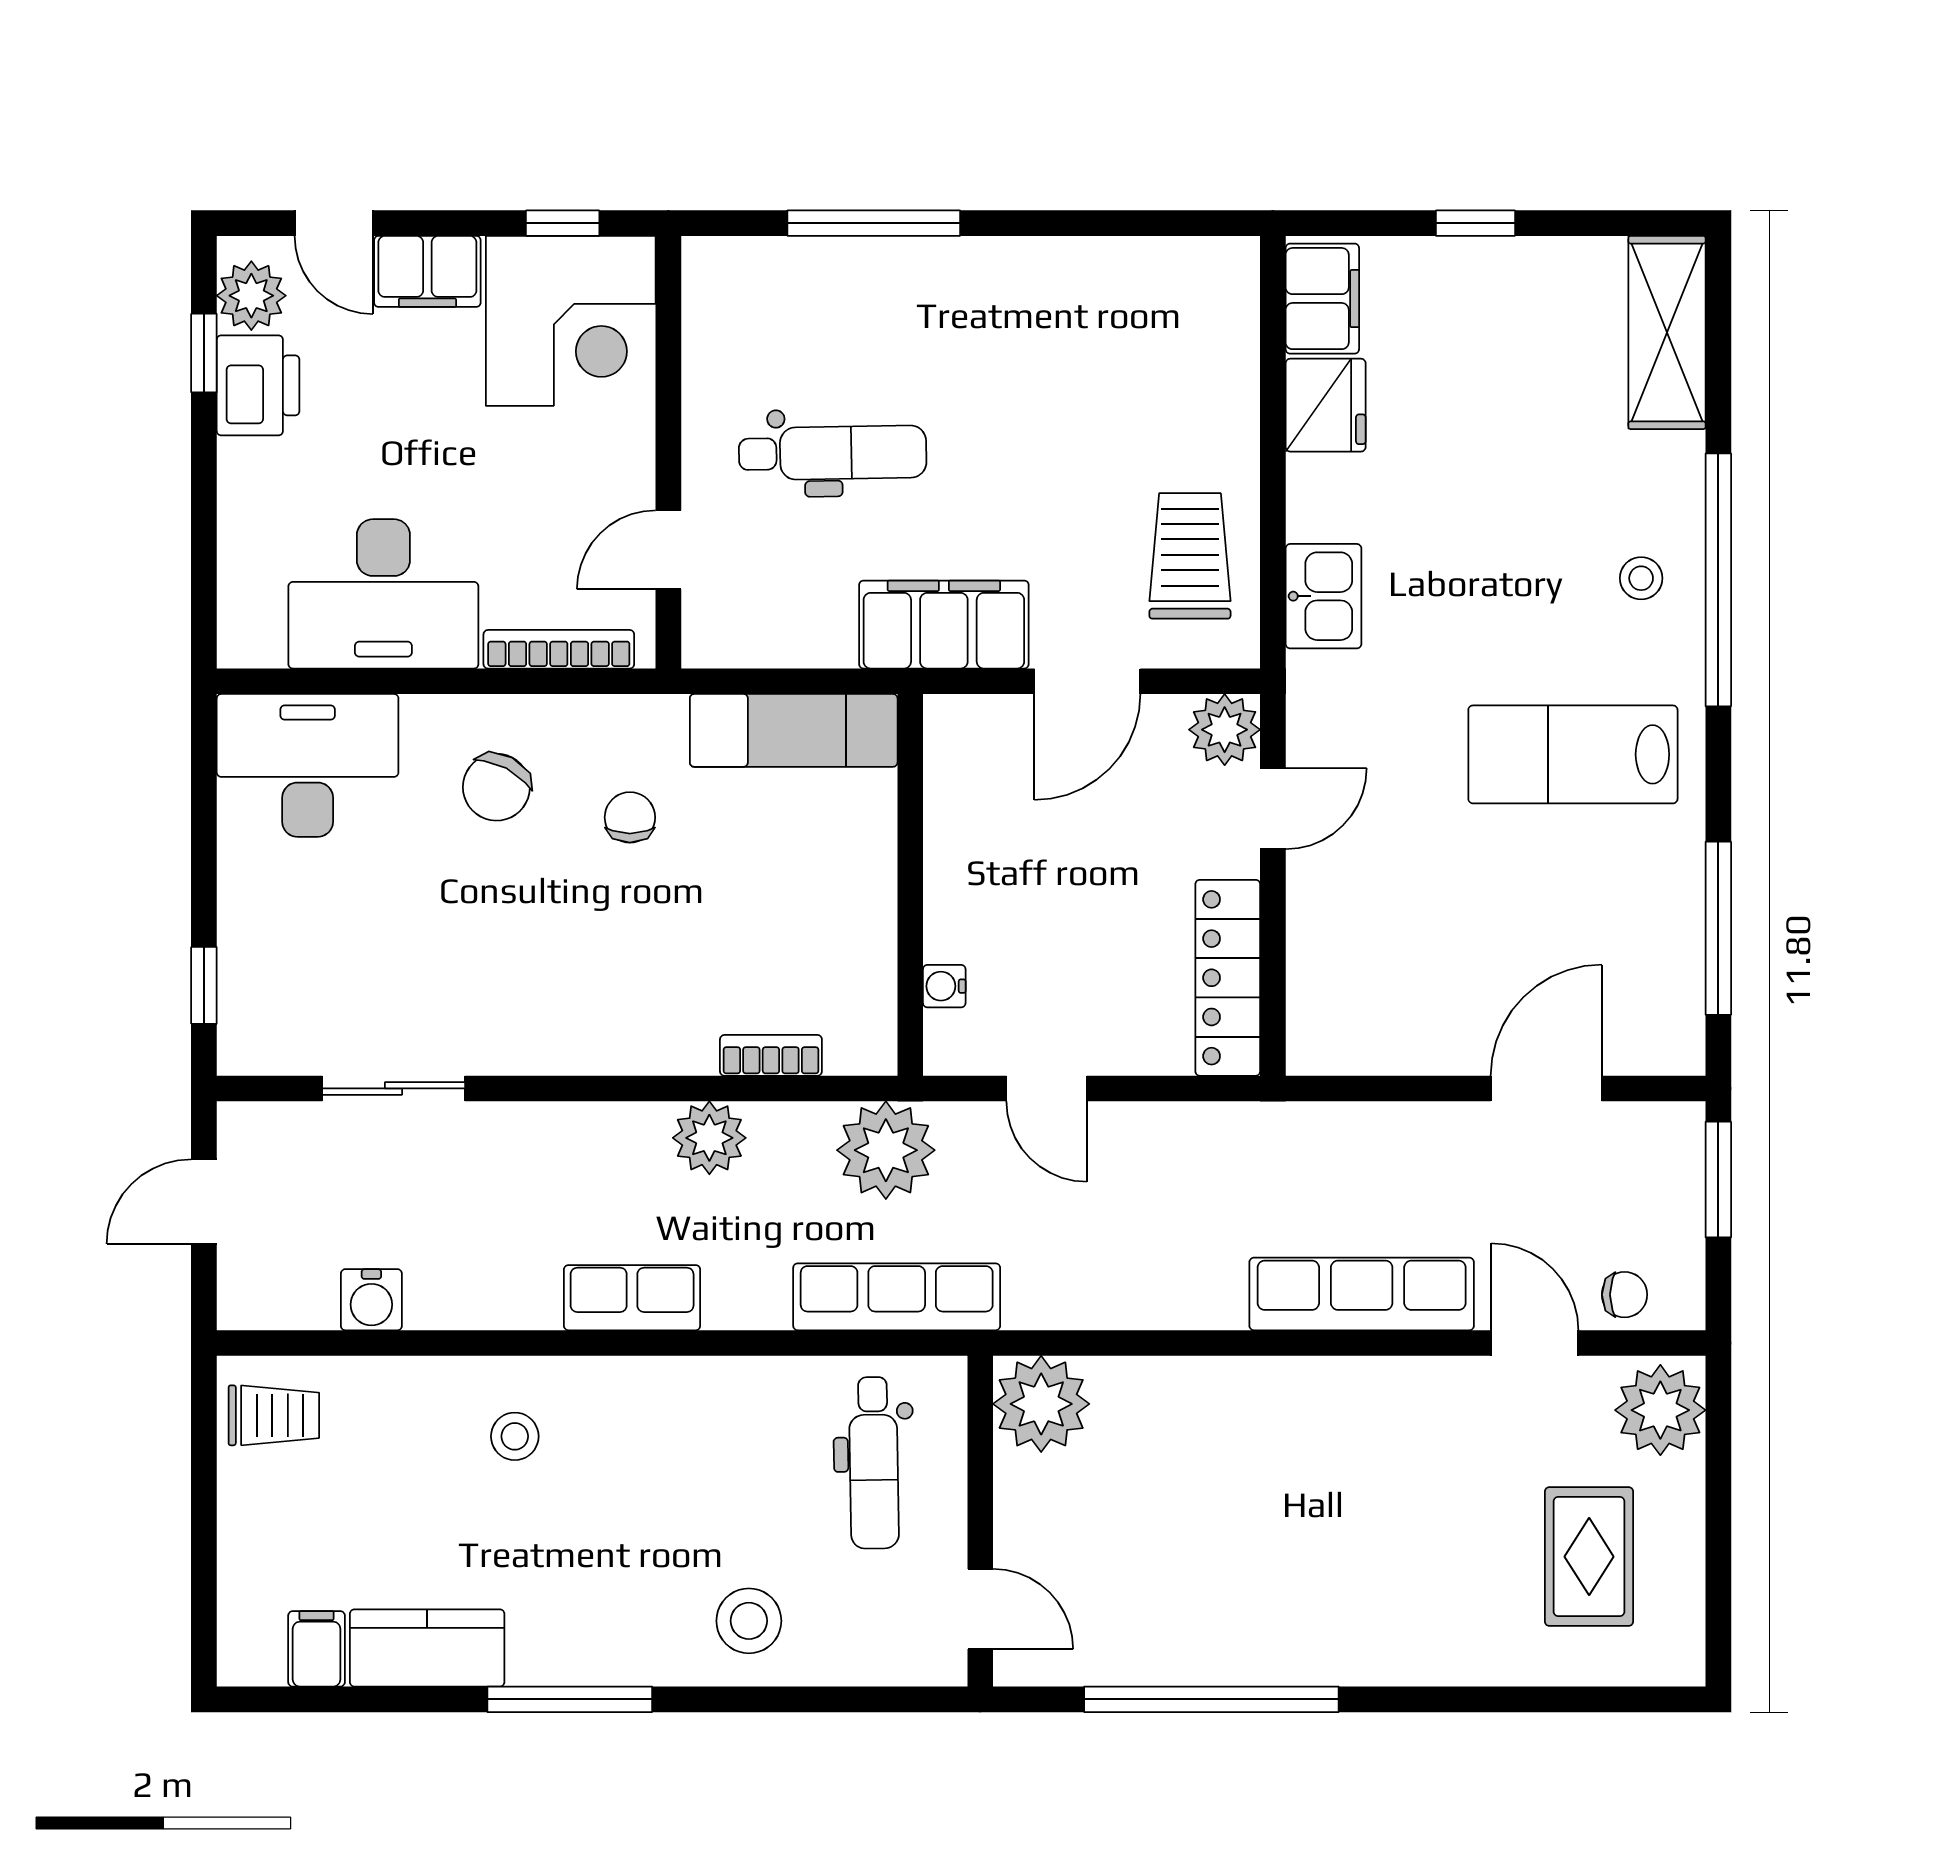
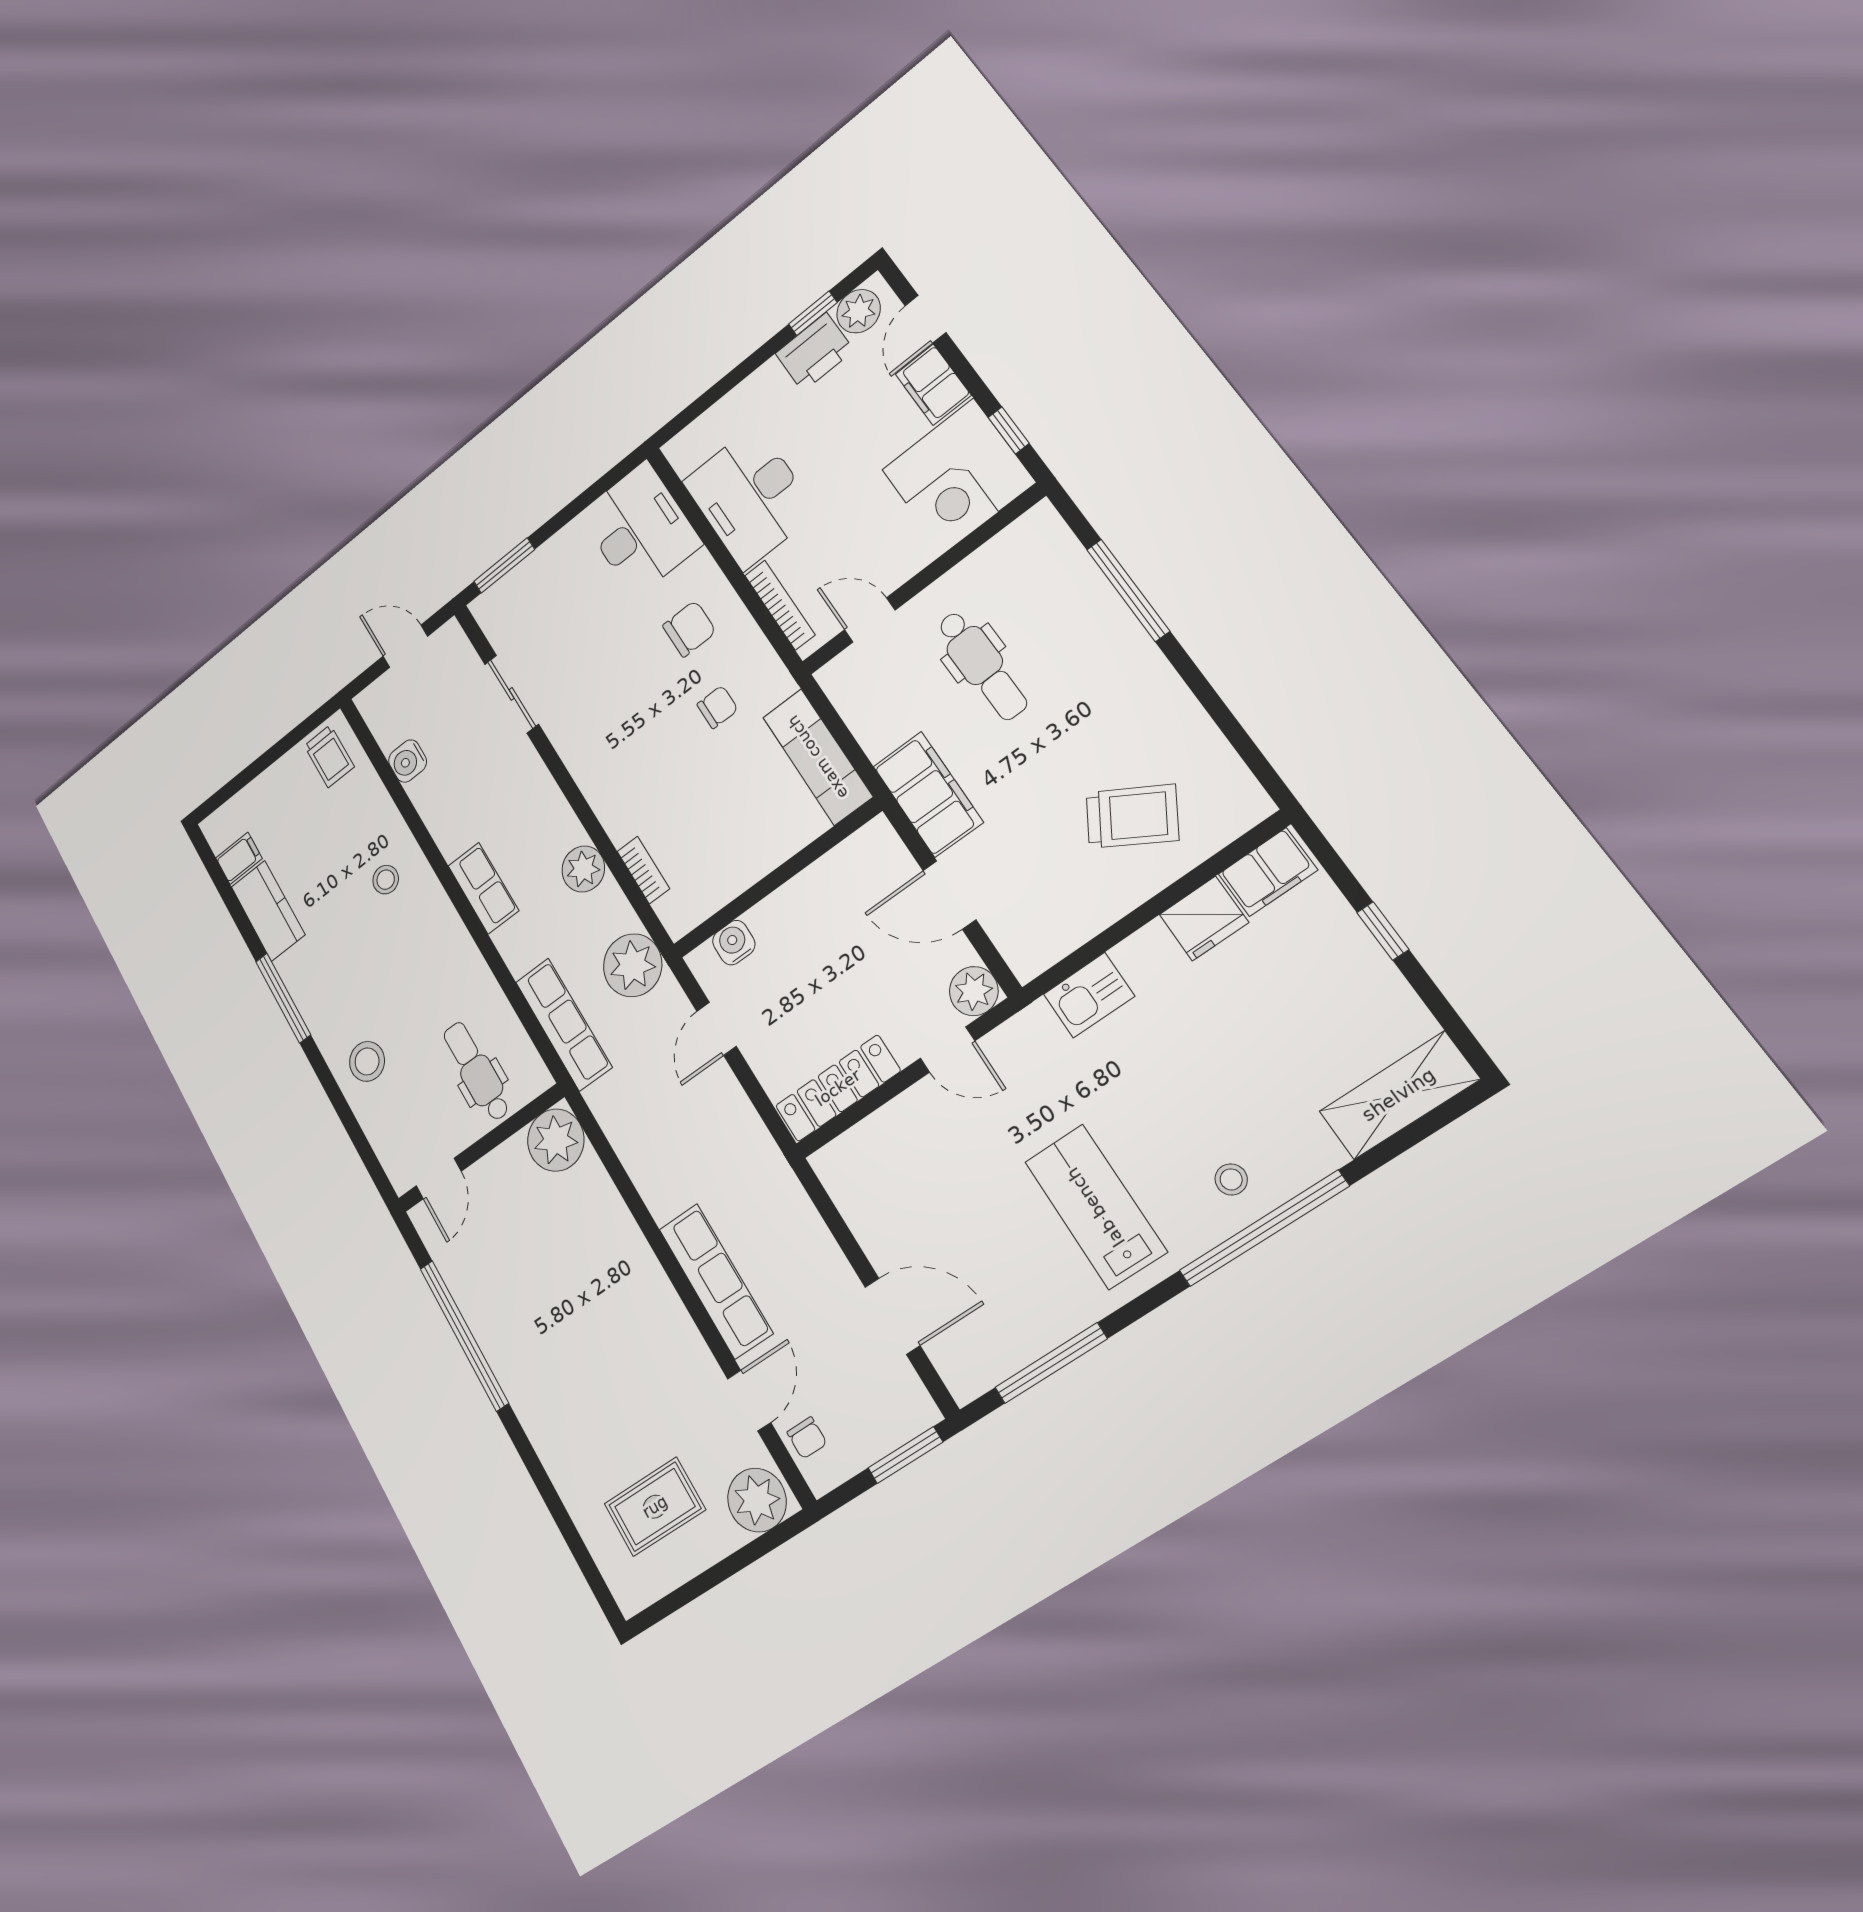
trolley: (1190, 556) -> (1132, 816), moved, turned 31
chair: (496, 787) -> (689, 629), turned 152
window: (204, 985) -> (504, 565), width x1.50
water cooler: (944, 986) -> (734, 943), width x1.38, depth x1.38
dental chair: (874, 1463) -> (477, 1071), turned 91

